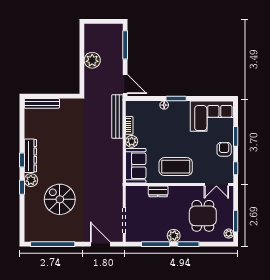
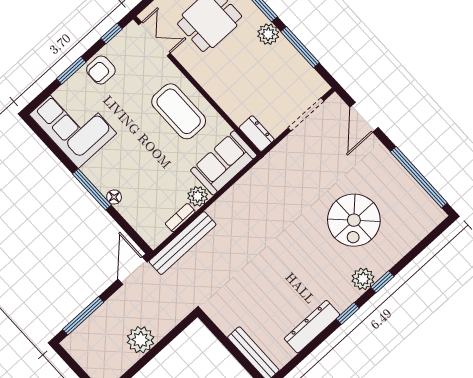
window: (176, 98) -> (92, 189), width x1.44
dresser: (30, 156) -> (312, 327), moved
dresser: (158, 191) -> (257, 134), moved

